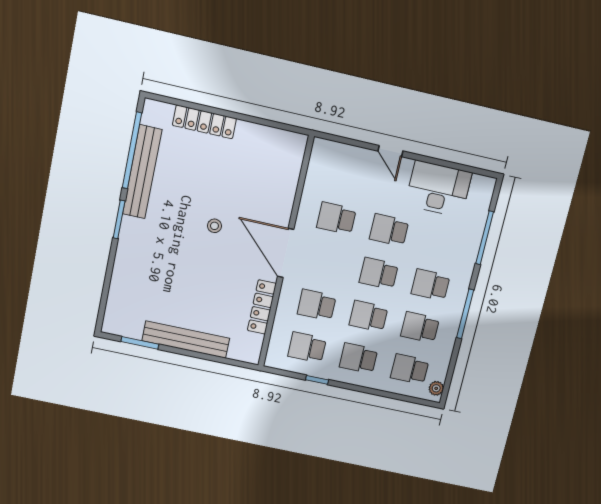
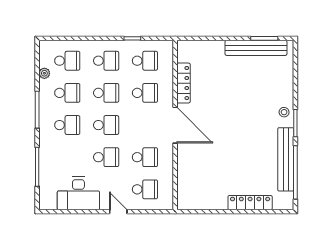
school desk: (347, 174) -> (145, 189), added
stool: (214, 226) -> (284, 112), moved
bench: (186, 340) -> (256, 48), moved
plant: (436, 388) -> (44, 73), moved

